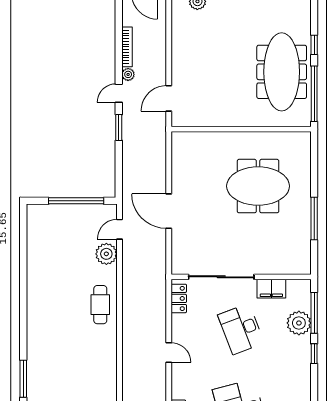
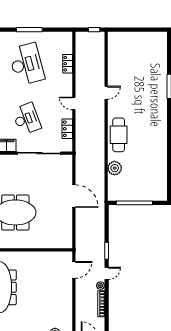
door: (119, 229) -> (106, 93), moved
locker: (179, 298) -> (67, 129), moved
cafe table: (100, 305) -> (119, 135), width x1.37, depth x1.35

